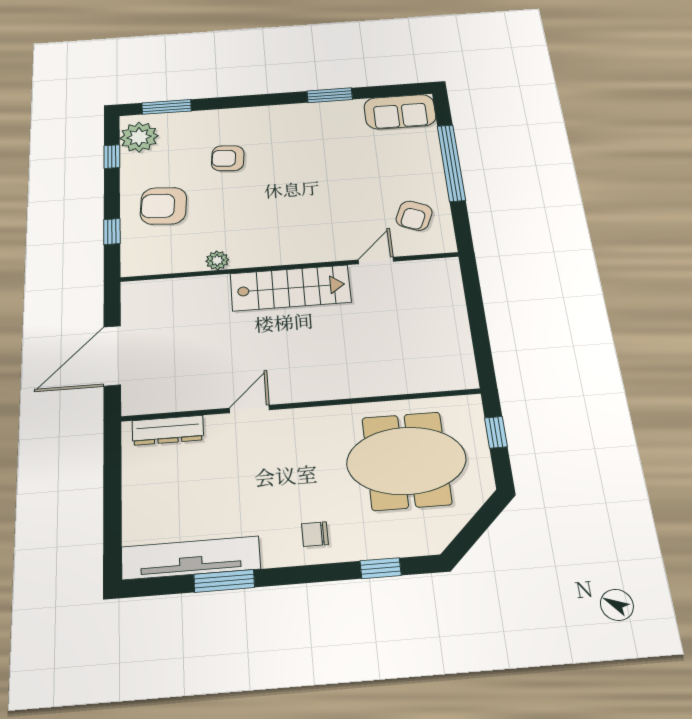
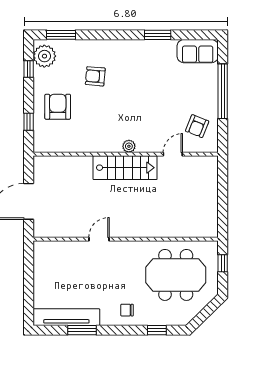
armchair: (163, 206) -> (58, 107), turned 86
plant: (217, 260) -> (129, 146), moved
dresser: (168, 430) -> (57, 248), removed

